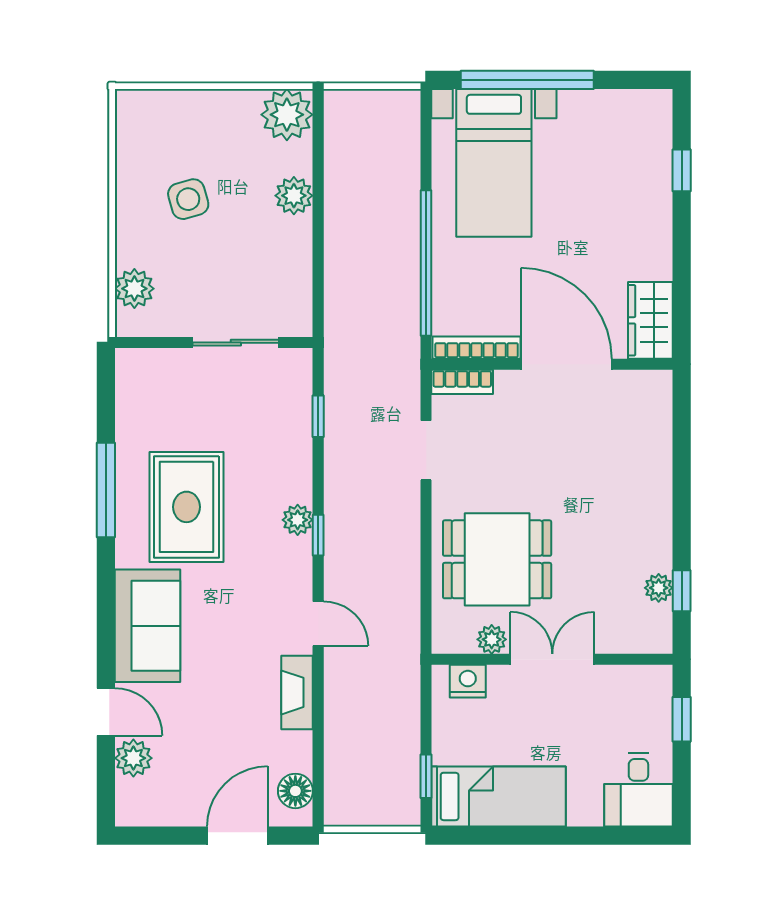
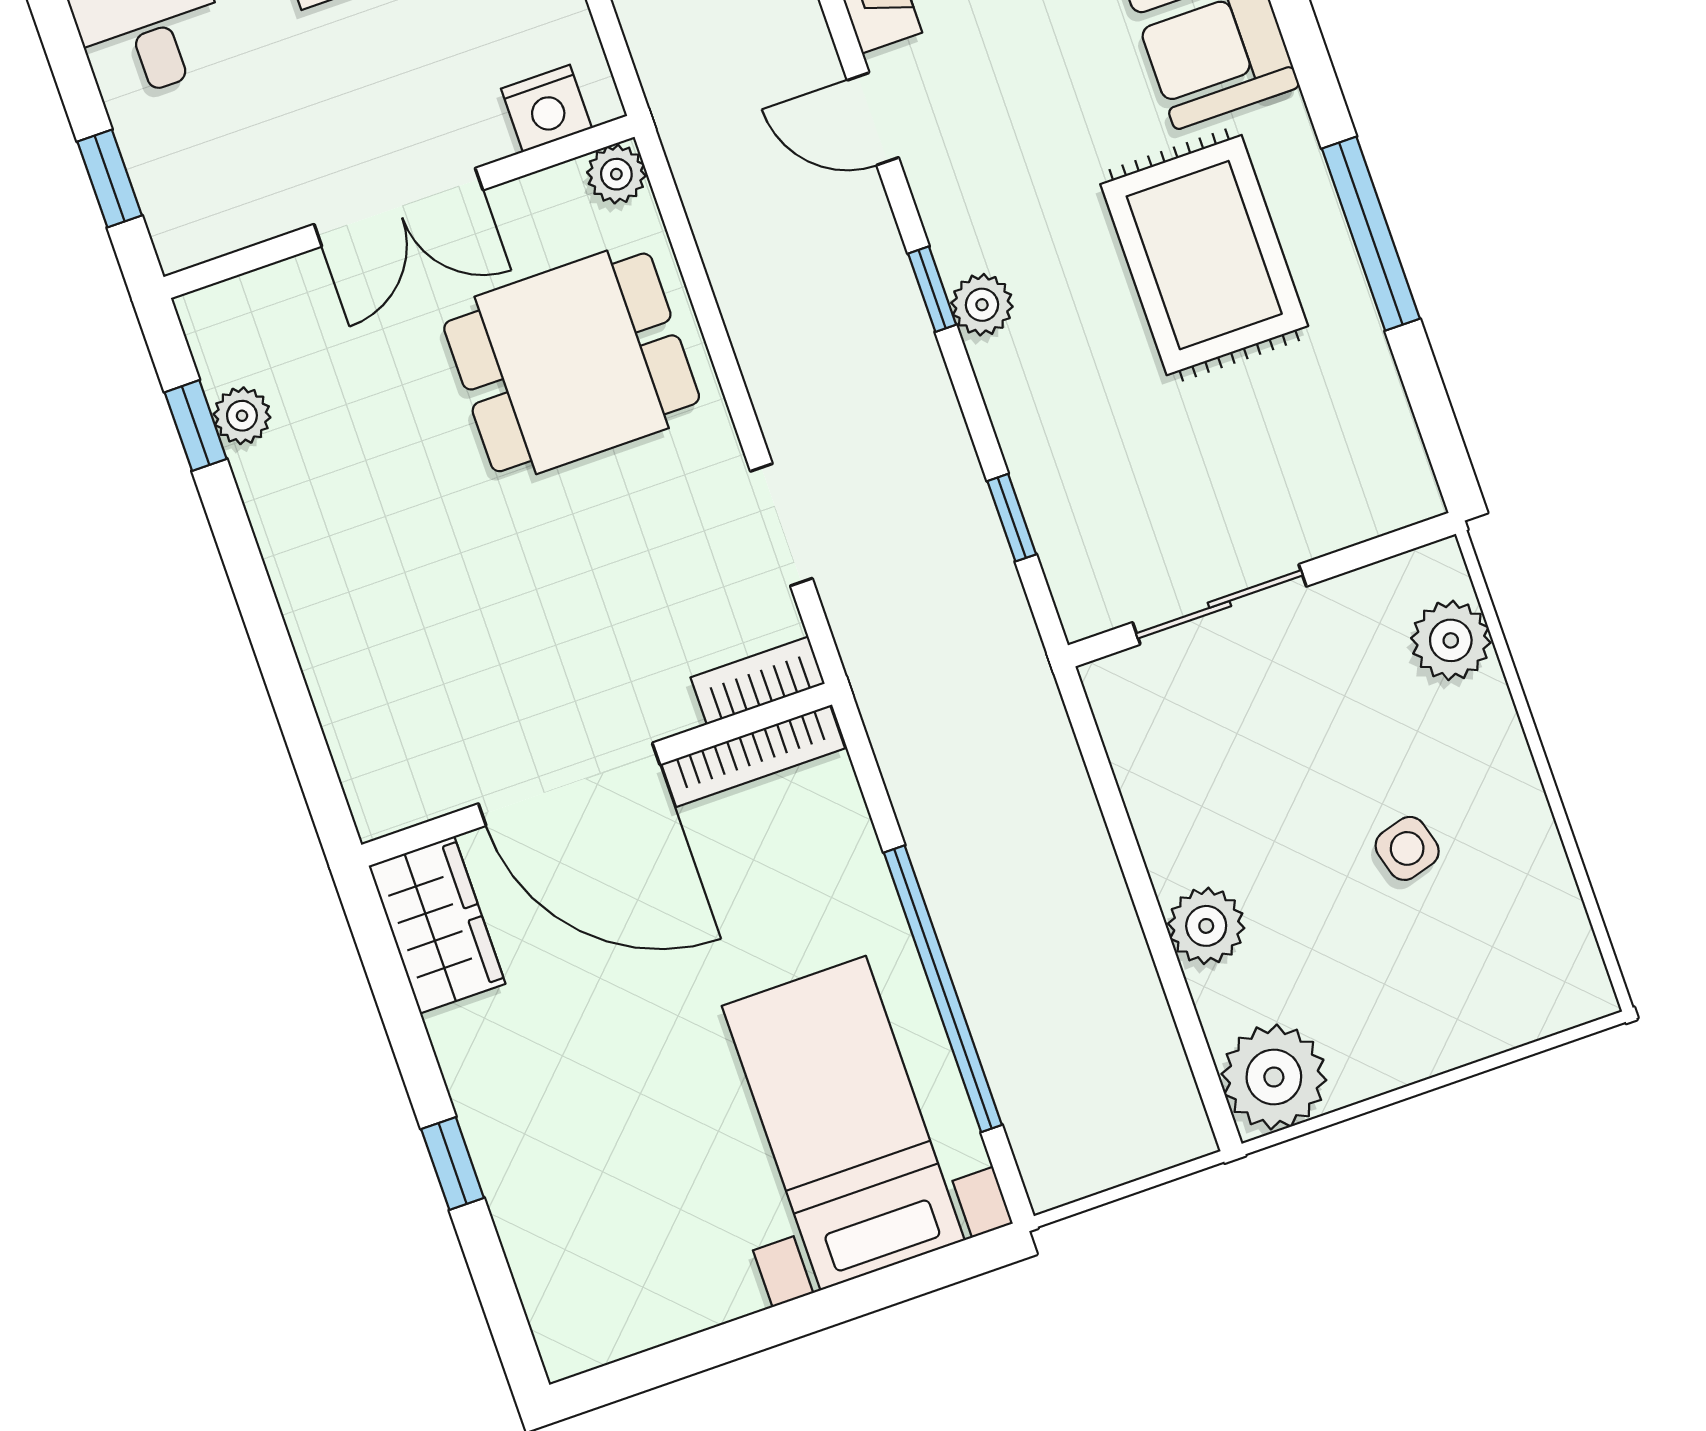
window: (527, 80) -> (835, 1305), removed
window: (682, 170) -> (453, 1163), moved
side table: (188, 199) -> (1407, 848), width x0.73, depth x0.73
window: (426, 263) -> (943, 989), moved
plant: (492, 639) -> (616, 174), moved

